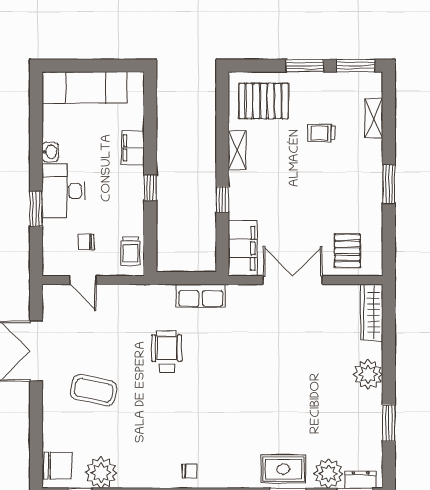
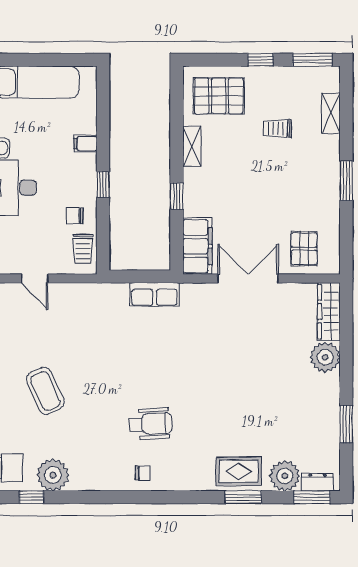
window: (305, 66) -> (261, 60), width x0.67
filing cabinet: (133, 148) -> (85, 144), width x0.50
chair: (86, 242) -> (75, 216), moved
wheelchair: (167, 351) -> (151, 424), moved, turned 87
plant: (368, 374) -> (325, 357), moved
coffee table: (94, 390) -> (45, 391), turned 54

